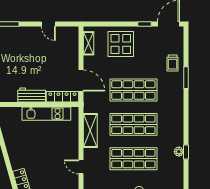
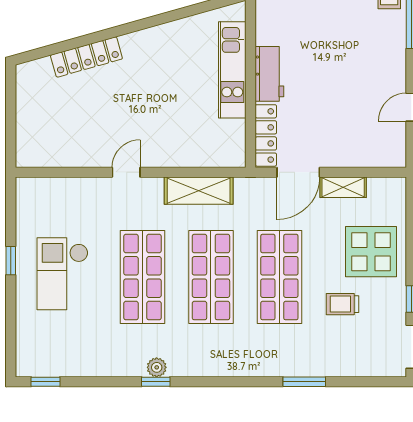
shelving: (88, 43) -> (343, 187), moved
trolley: (173, 63) -> (343, 304), moved
kitchen unit: (46, 114) -> (232, 70), moved

